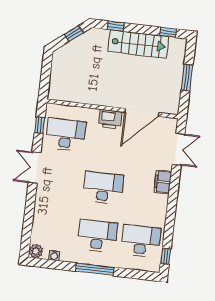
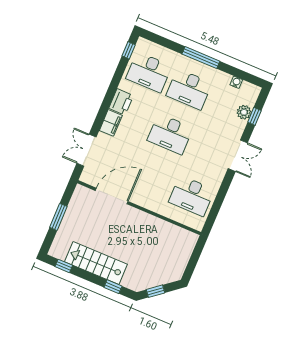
printer: (110, 119) -> (121, 102), moved, turned 90
window: (40, 125) -> (254, 116), moved
double door: (35, 168) -> (238, 156), moved
plant: (36, 251) -> (244, 112), moved

